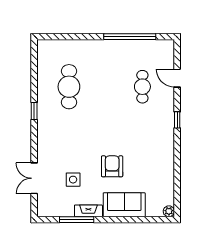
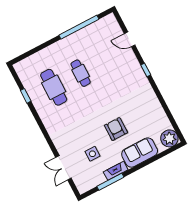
cafe table: (142, 87) -> (81, 73), moved
window: (34, 111) -> (26, 96), moved
plant: (169, 211) -> (169, 138), width x1.87, depth x1.87

